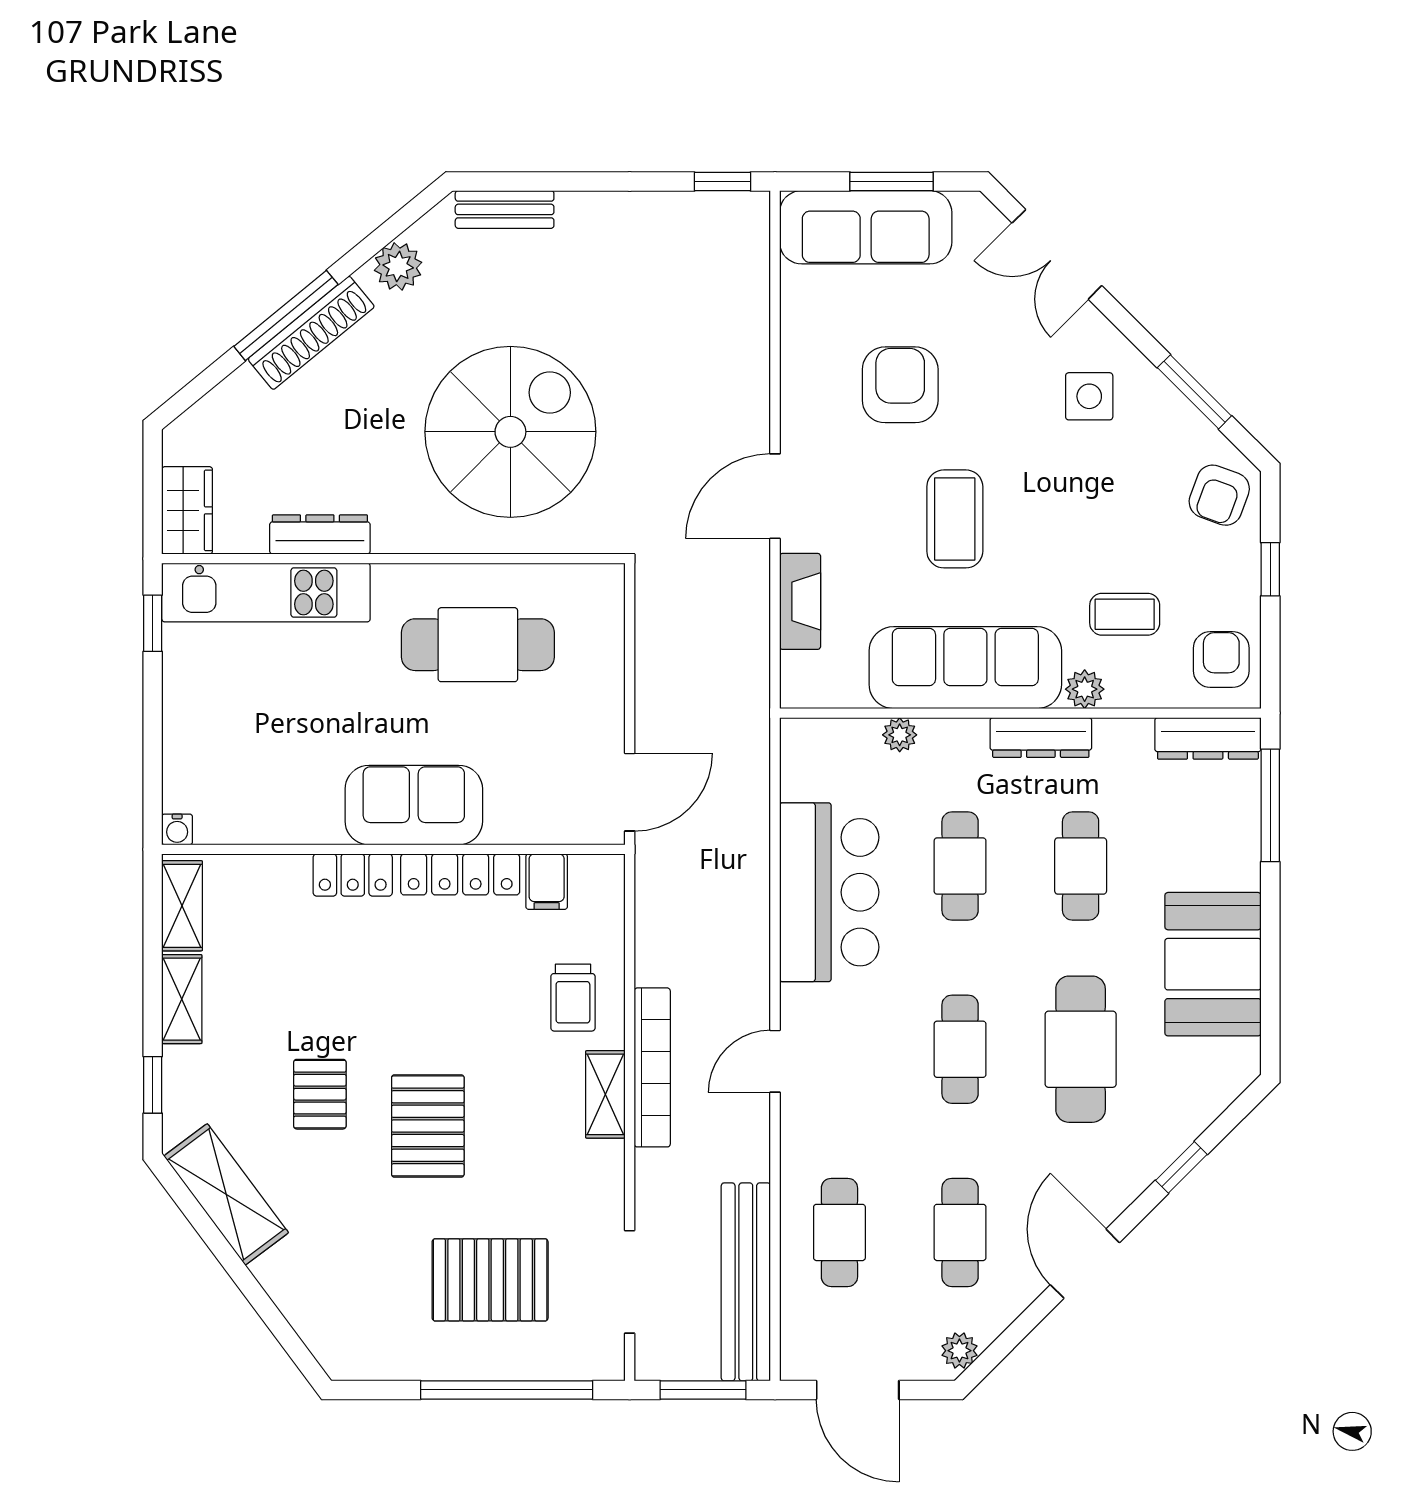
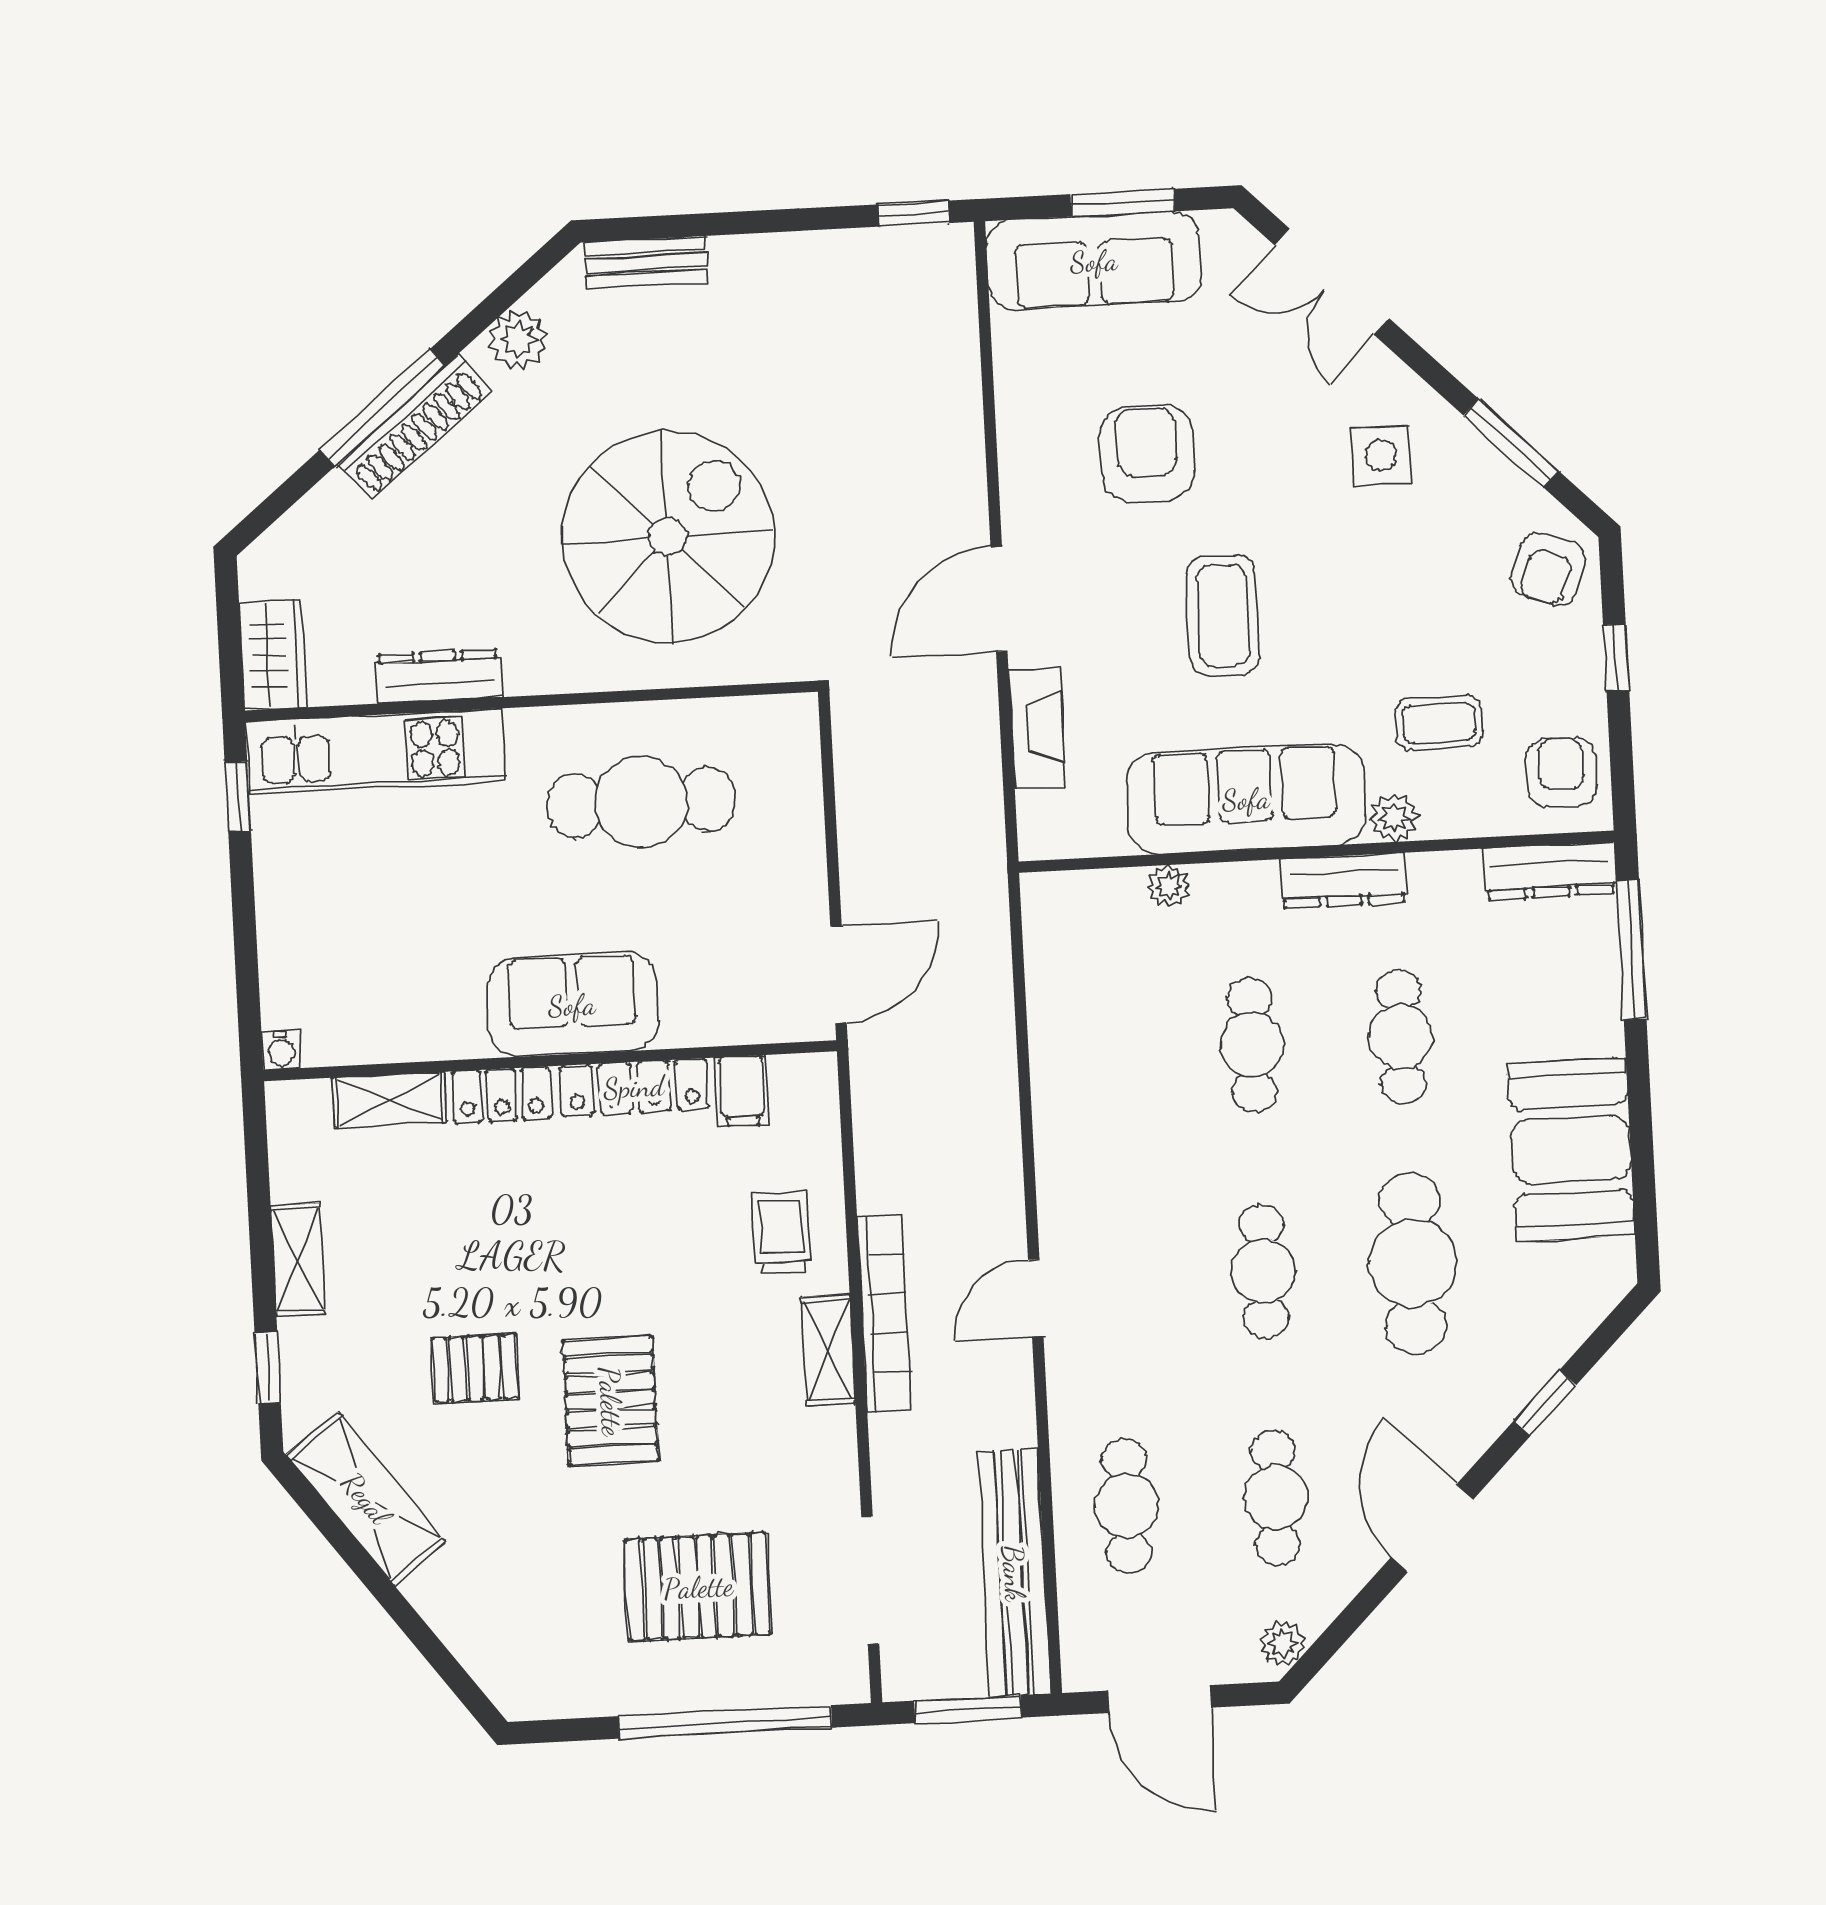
bar counter: (829, 892) -> (1092, 1086), removed
shelving: (182, 906) -> (390, 1100), moved, turned 90
trolley: (573, 998) -> (782, 1232), turned 180
pallet: (320, 1094) -> (475, 1368), turned 90

